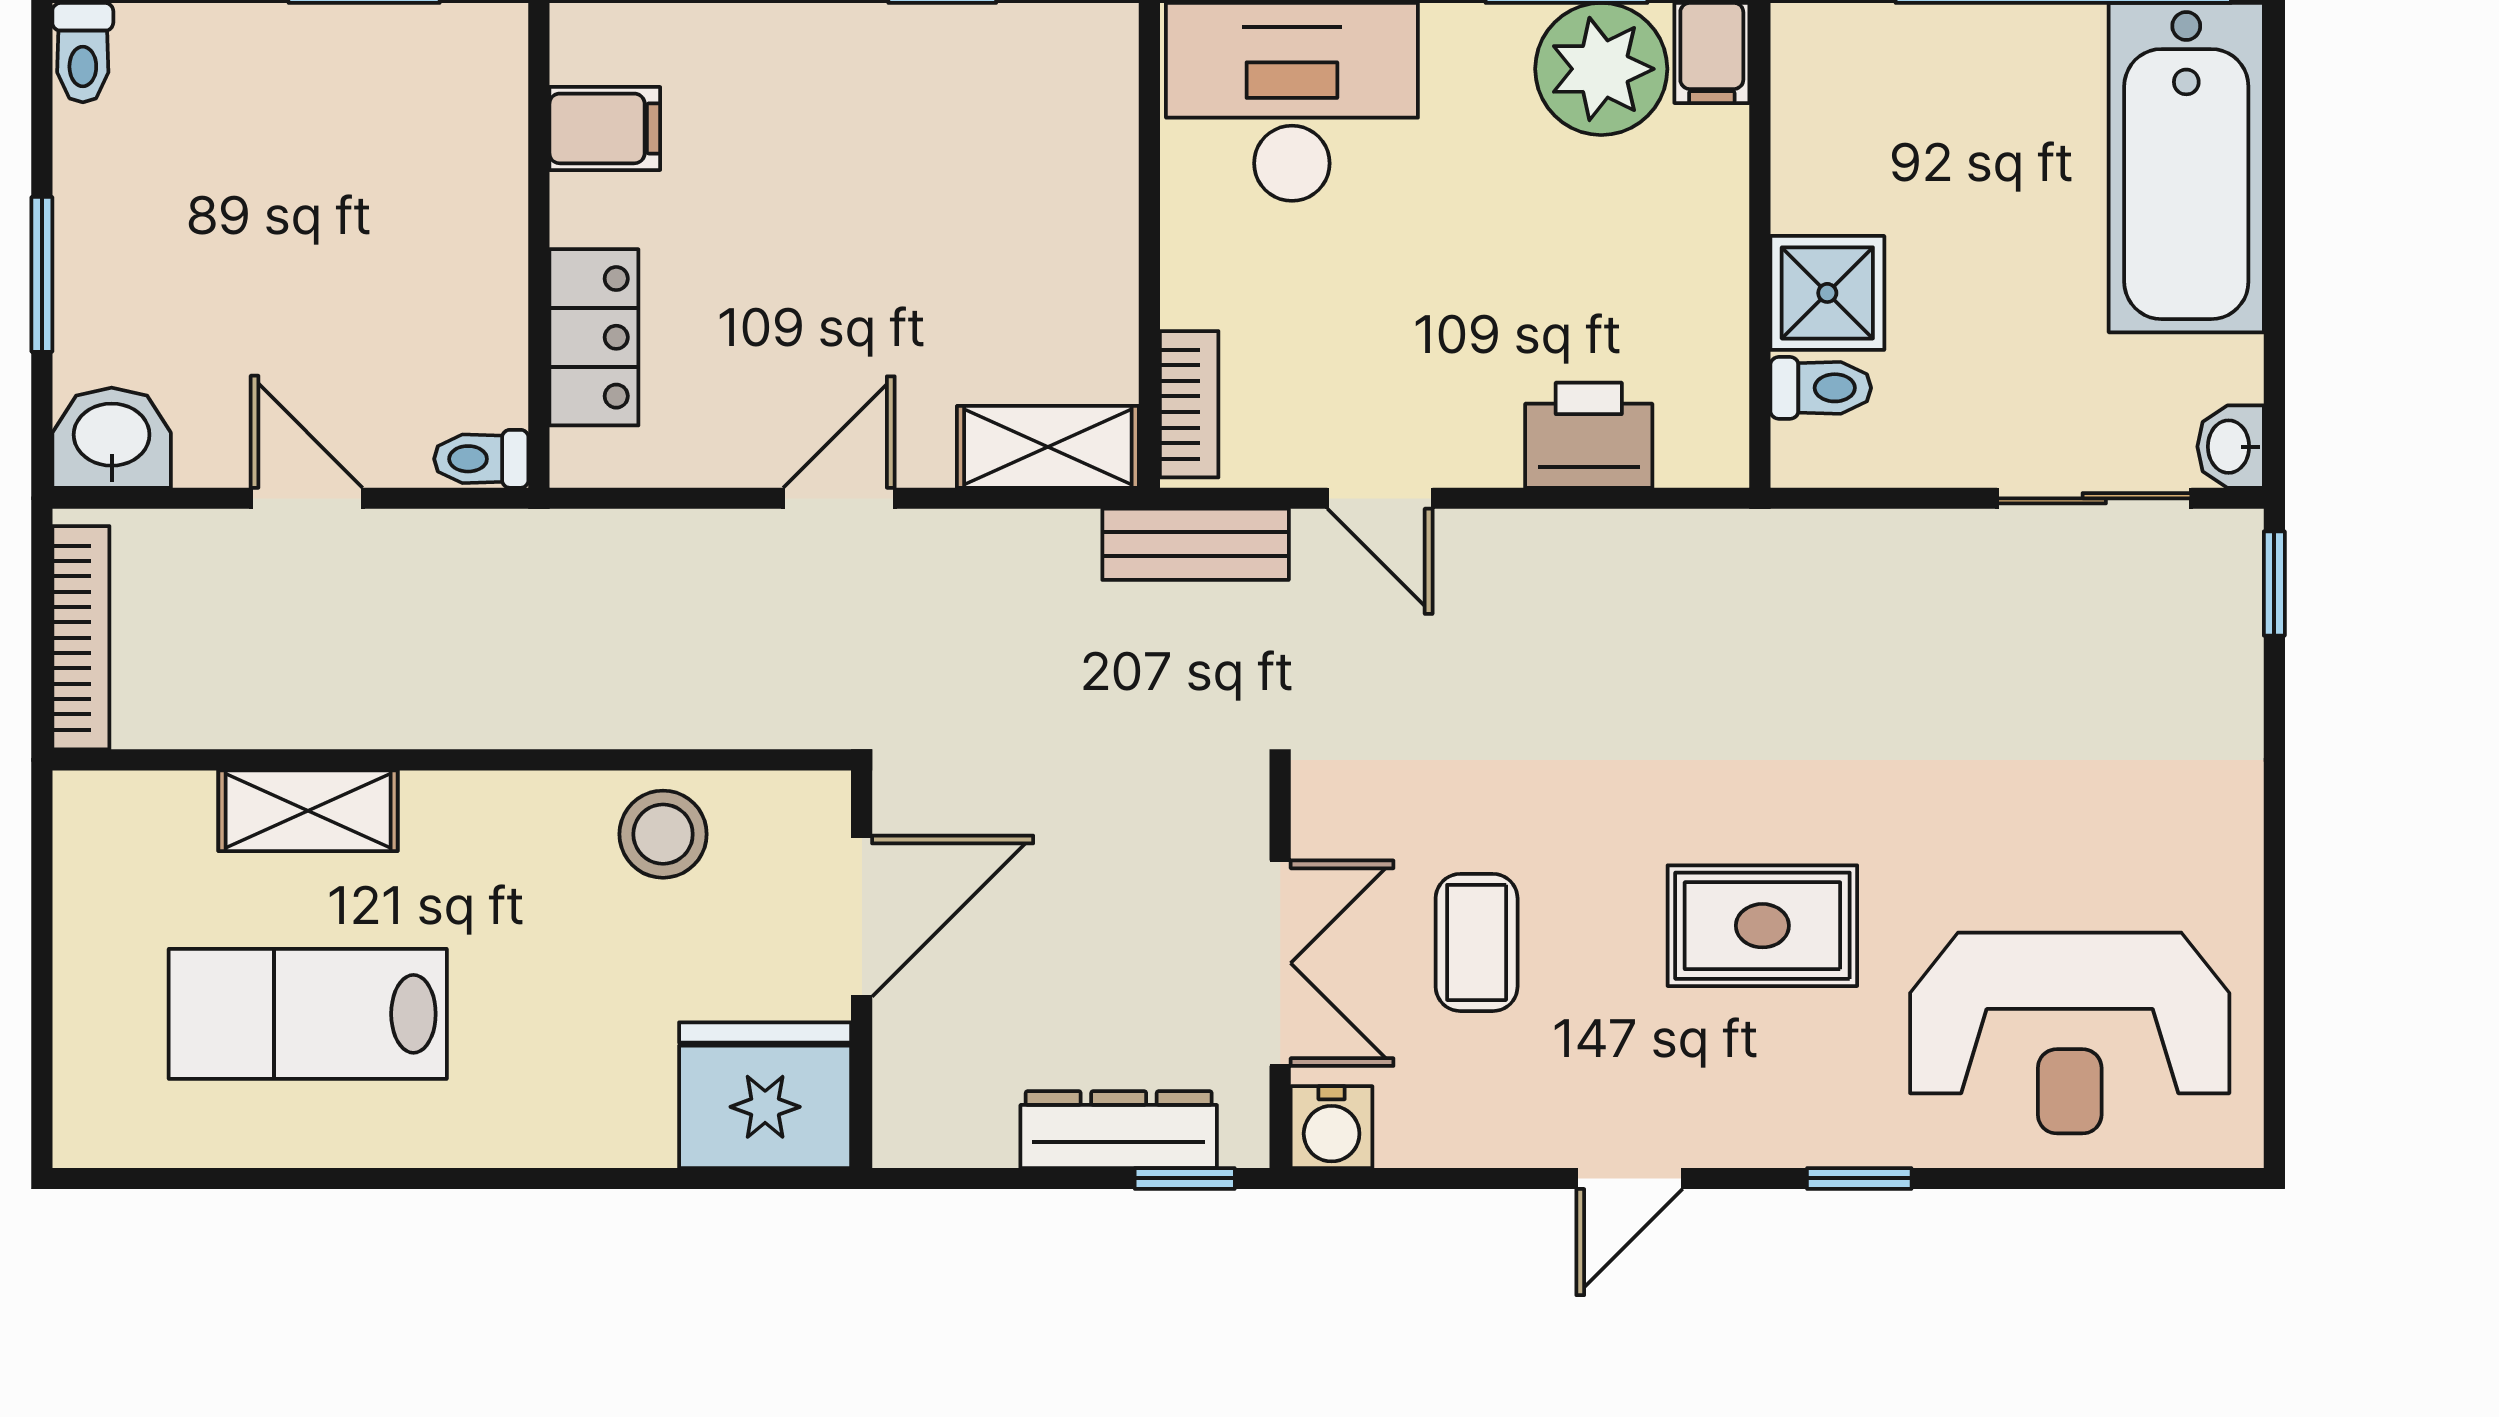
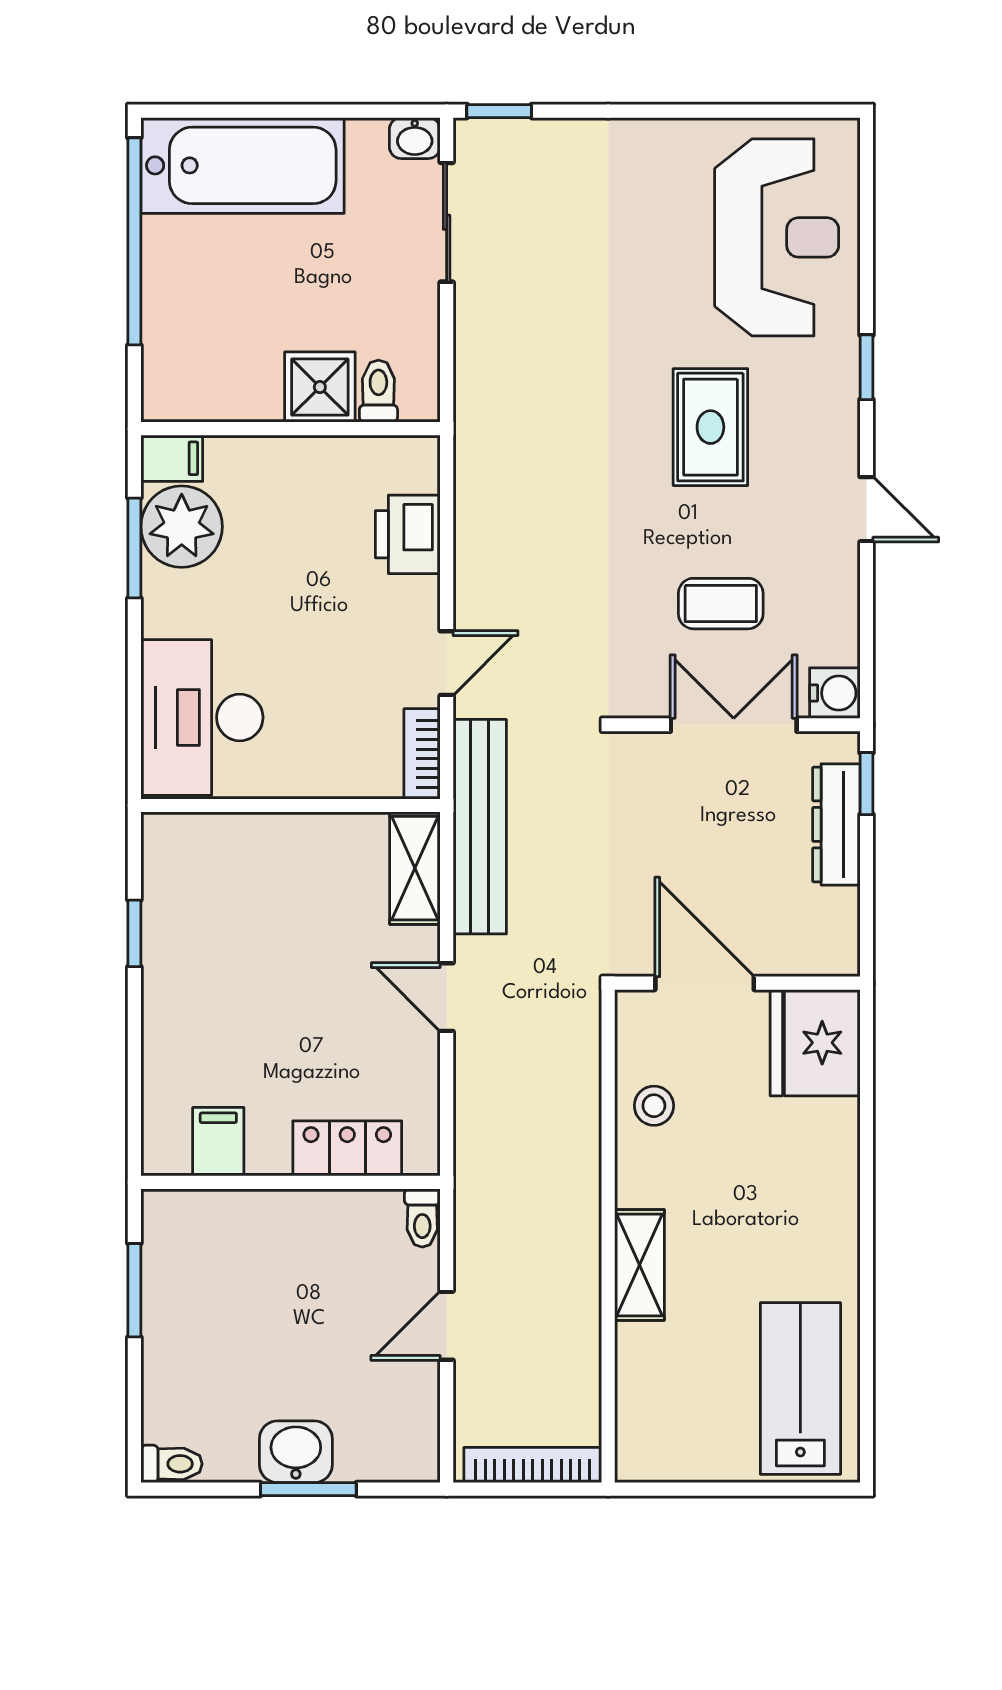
bookcase: (1189, 404) -> (422, 754), moved, turned -90
washbasin: (112, 438) -> (296, 1452), moved, turned 90
bench: (1196, 544) -> (480, 827), width x1.86, depth x1.21
shelving: (308, 811) -> (639, 1265), moved
stool: (663, 834) -> (654, 1106), width x0.73, depth x0.73
lab bench: (308, 1014) -> (800, 1389), moved, turned 180

